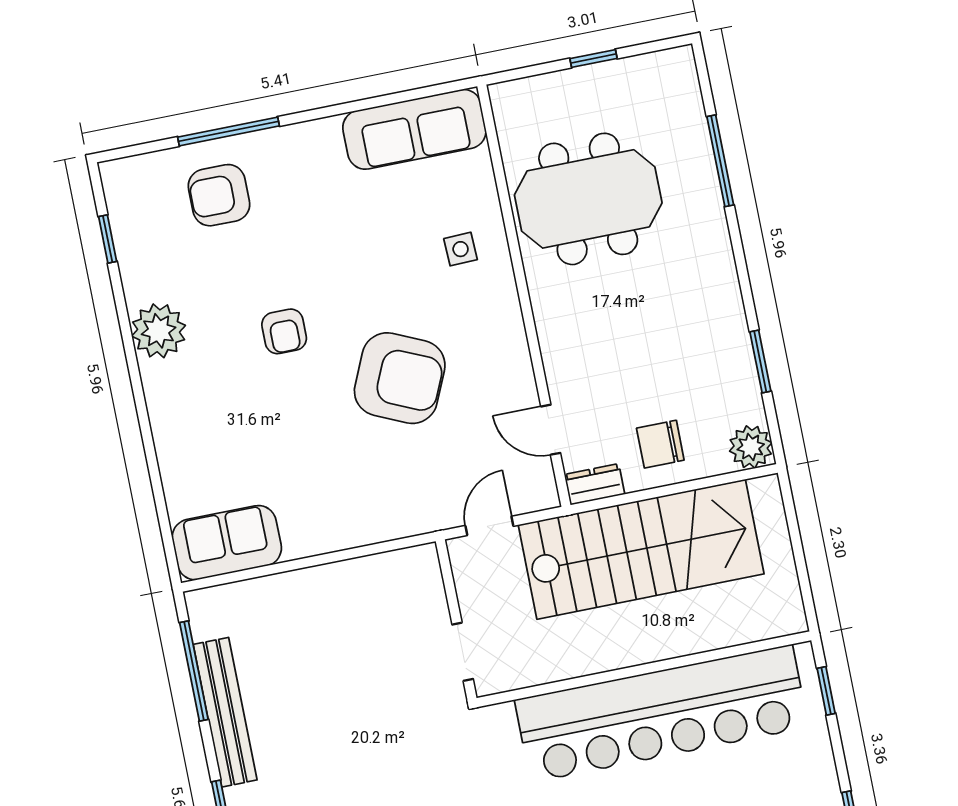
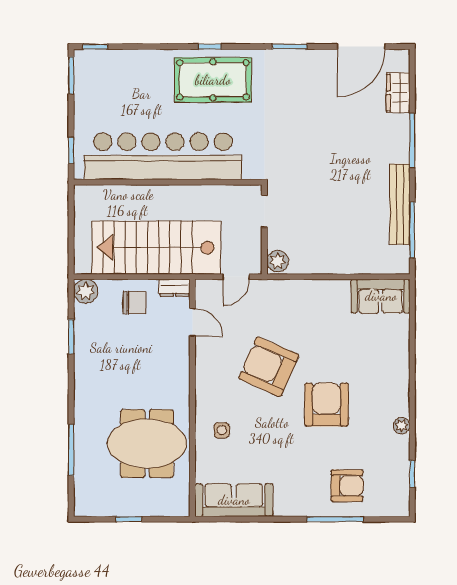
plant: (159, 331) -> (402, 426), width x0.53, depth x0.53
armchair: (284, 331) -> (326, 405), width x1.88, depth x1.88
plant: (421, 568) -> (278, 261), added

